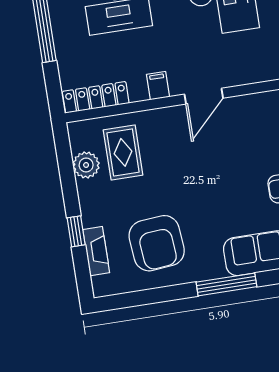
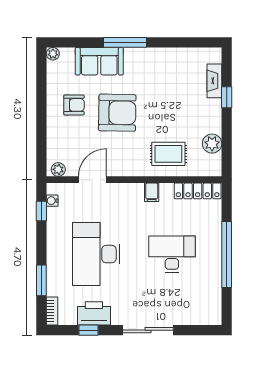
door: (204, 96) -> (92, 180), moved
rug: (123, 152) -> (168, 154), moved, turned 90
armchair: (157, 243) -> (117, 113), moved, turned 96

